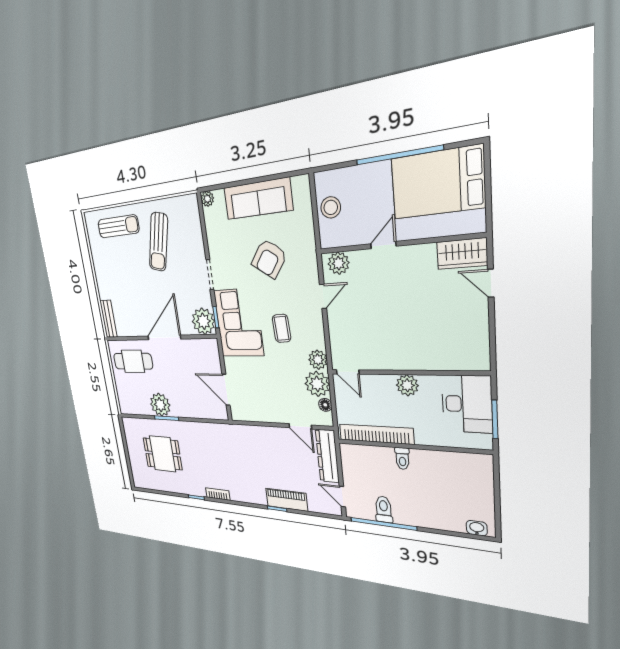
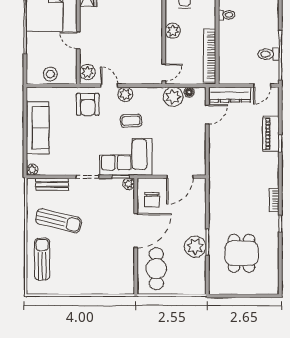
armchair: (269, 259) -> (88, 104), moved, turned 55
bench: (108, 319) -> (52, 184), moved
plant: (203, 321) -> (129, 184), width x0.53, depth x0.53
door: (164, 337) -> (136, 230), swing flipped
chair: (197, 356) -> (152, 200), added
plant: (318, 360) -> (125, 94), moved
toilet: (402, 458) -> (227, 15), moved

